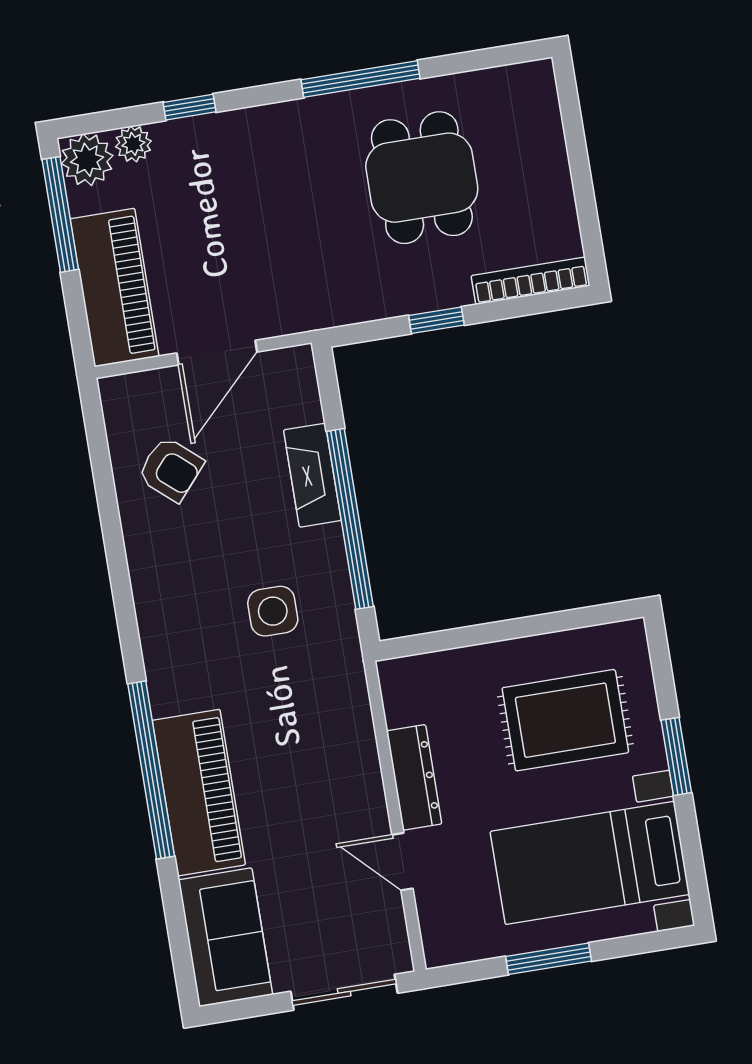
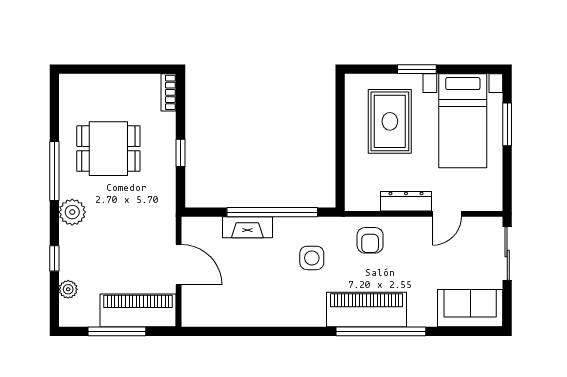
plant: (87, 160) -> (72, 212), moved
window: (60, 214) -> (117, 331), moved
bookcase: (531, 281) -> (169, 92), width x0.64
armchair: (171, 469) -> (370, 240), moved, turned 139
piano: (199, 793) -> (366, 310), moved
window: (549, 959) -> (507, 124), moved

